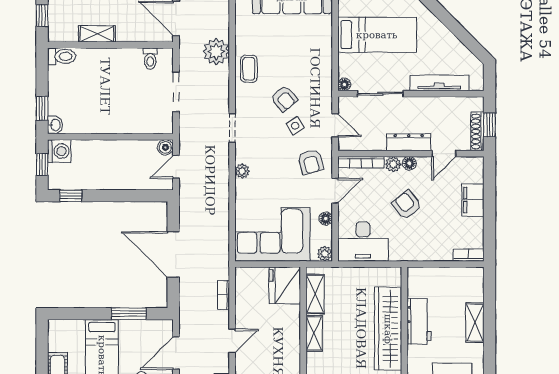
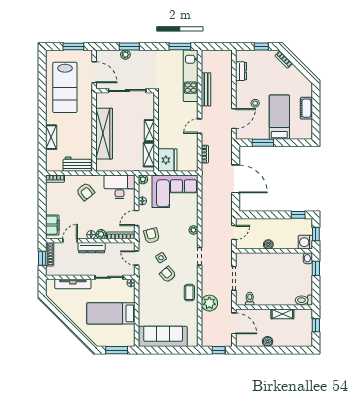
boiler: (165, 147) -> (268, 244), moved
filing cabinet: (473, 200) -> (52, 225), moved
armchair: (407, 205) -> (85, 192), moved
workbench: (419, 321) -> (77, 164), moved, turned 90

